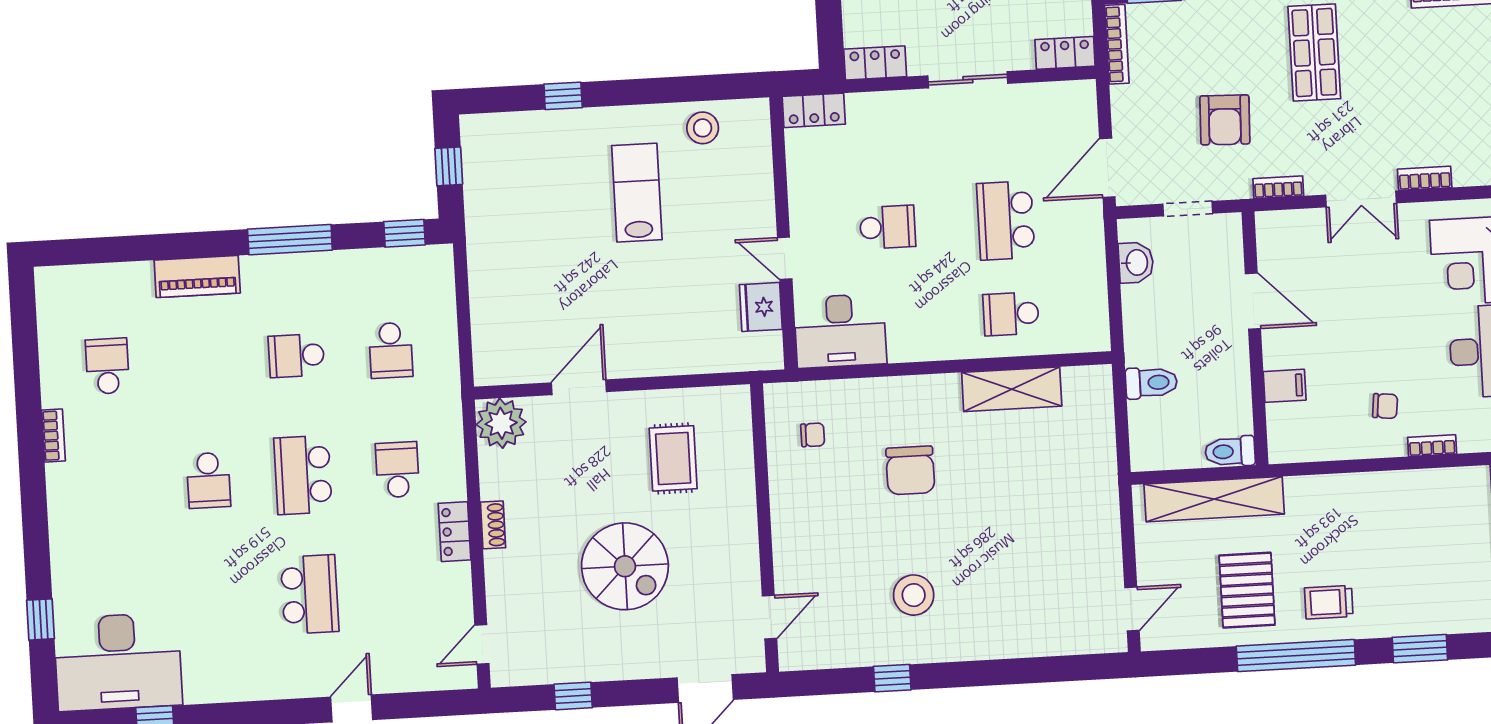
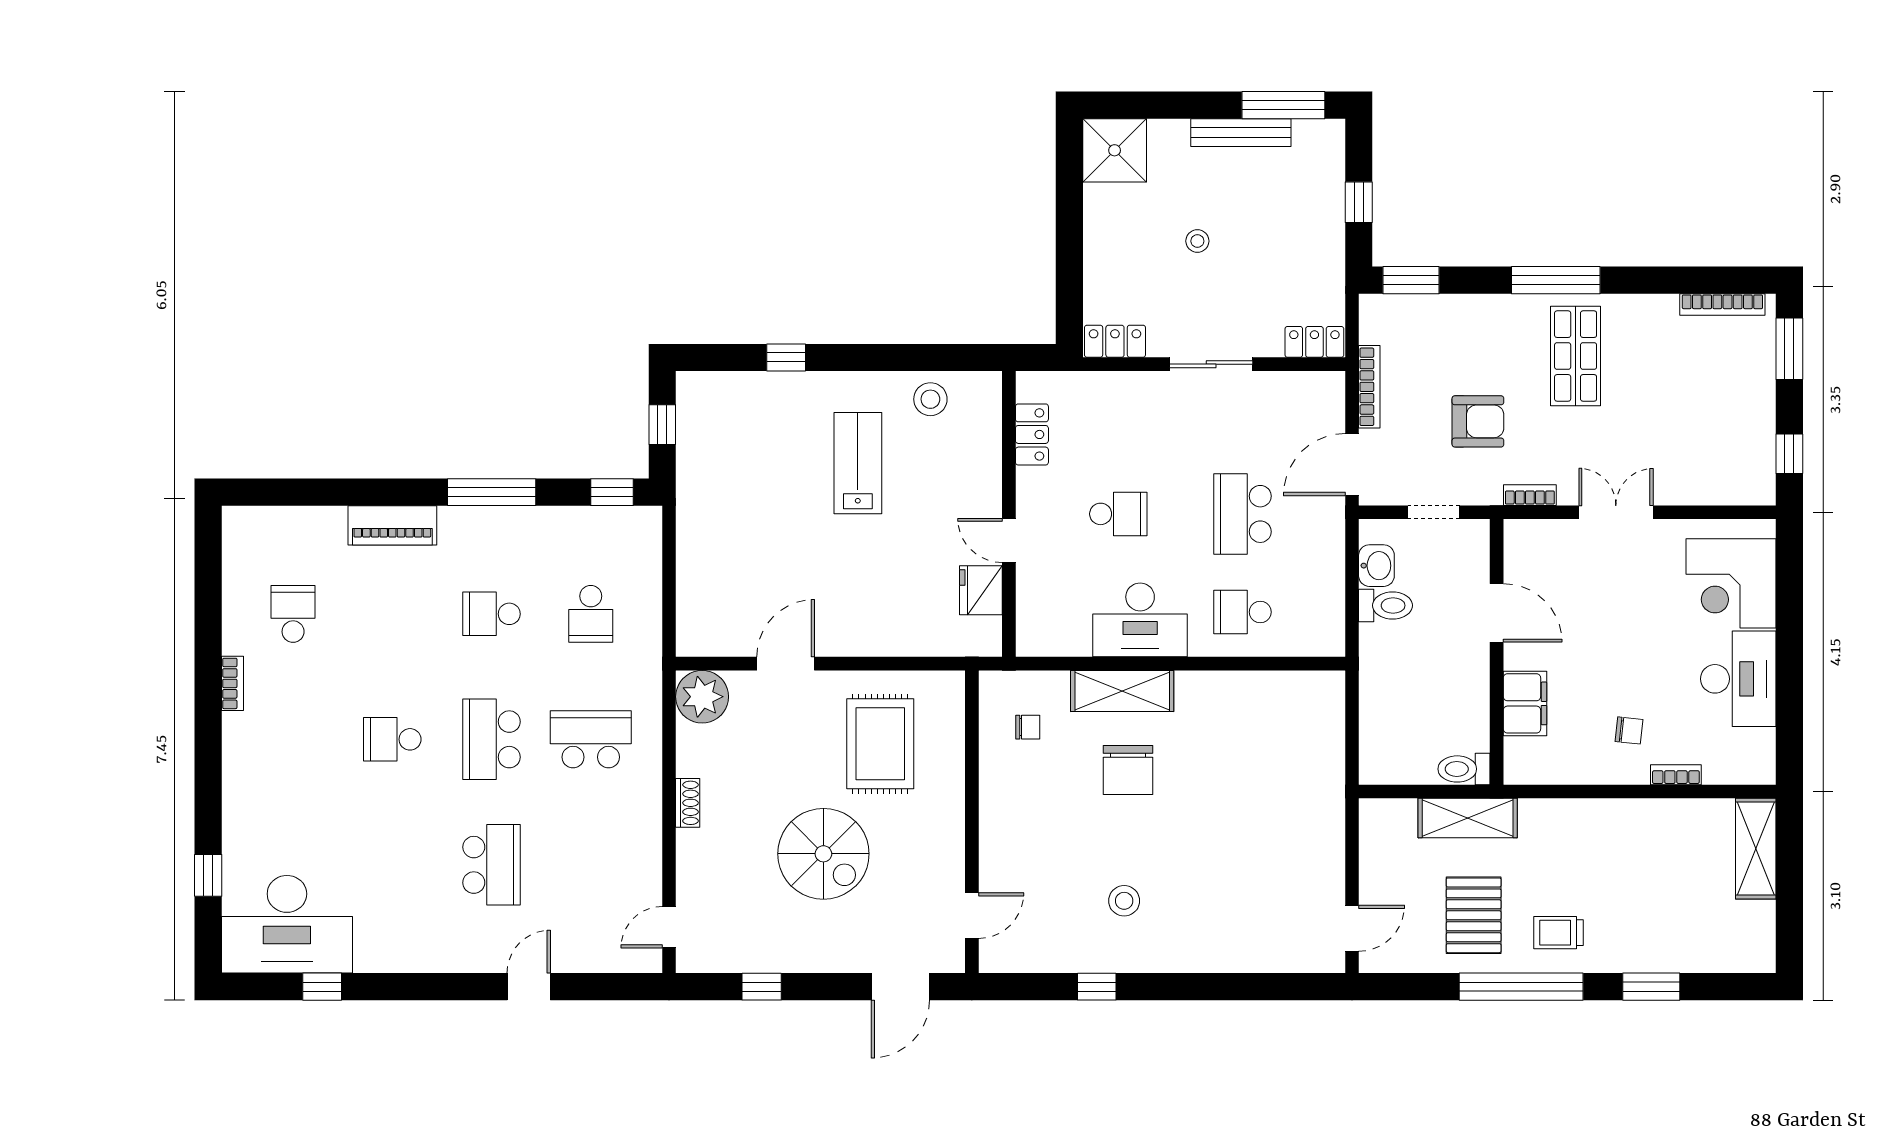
bookcase: (1117, 44) -> (1369, 387), moved
locker: (814, 110) -> (1032, 434), moved, turned -90
armchair: (1225, 120) -> (1478, 421), turned -92
bookcase: (1425, 178) -> (1684, 494), removed
double door: (1361, 199) -> (1616, 512), swing flipped
desk: (840, 331) -> (1140, 620), moved
toilet: (1151, 383) -> (1386, 605), moved
filing cabinet: (1285, 386) -> (1525, 703), width x2.00
shelving: (1012, 389) -> (1122, 691), moved
rug: (673, 458) -> (880, 744), width x1.36, depth x1.43
school desk: (397, 470) -> (591, 739), width x1.85
school desk: (209, 480) -> (392, 739), turned 90
shelving: (1214, 499) -> (1468, 818), width x0.68
locker: (454, 532) -> (647, 808), removed
stool: (914, 595) -> (1124, 901), width x0.73, depth x0.73

